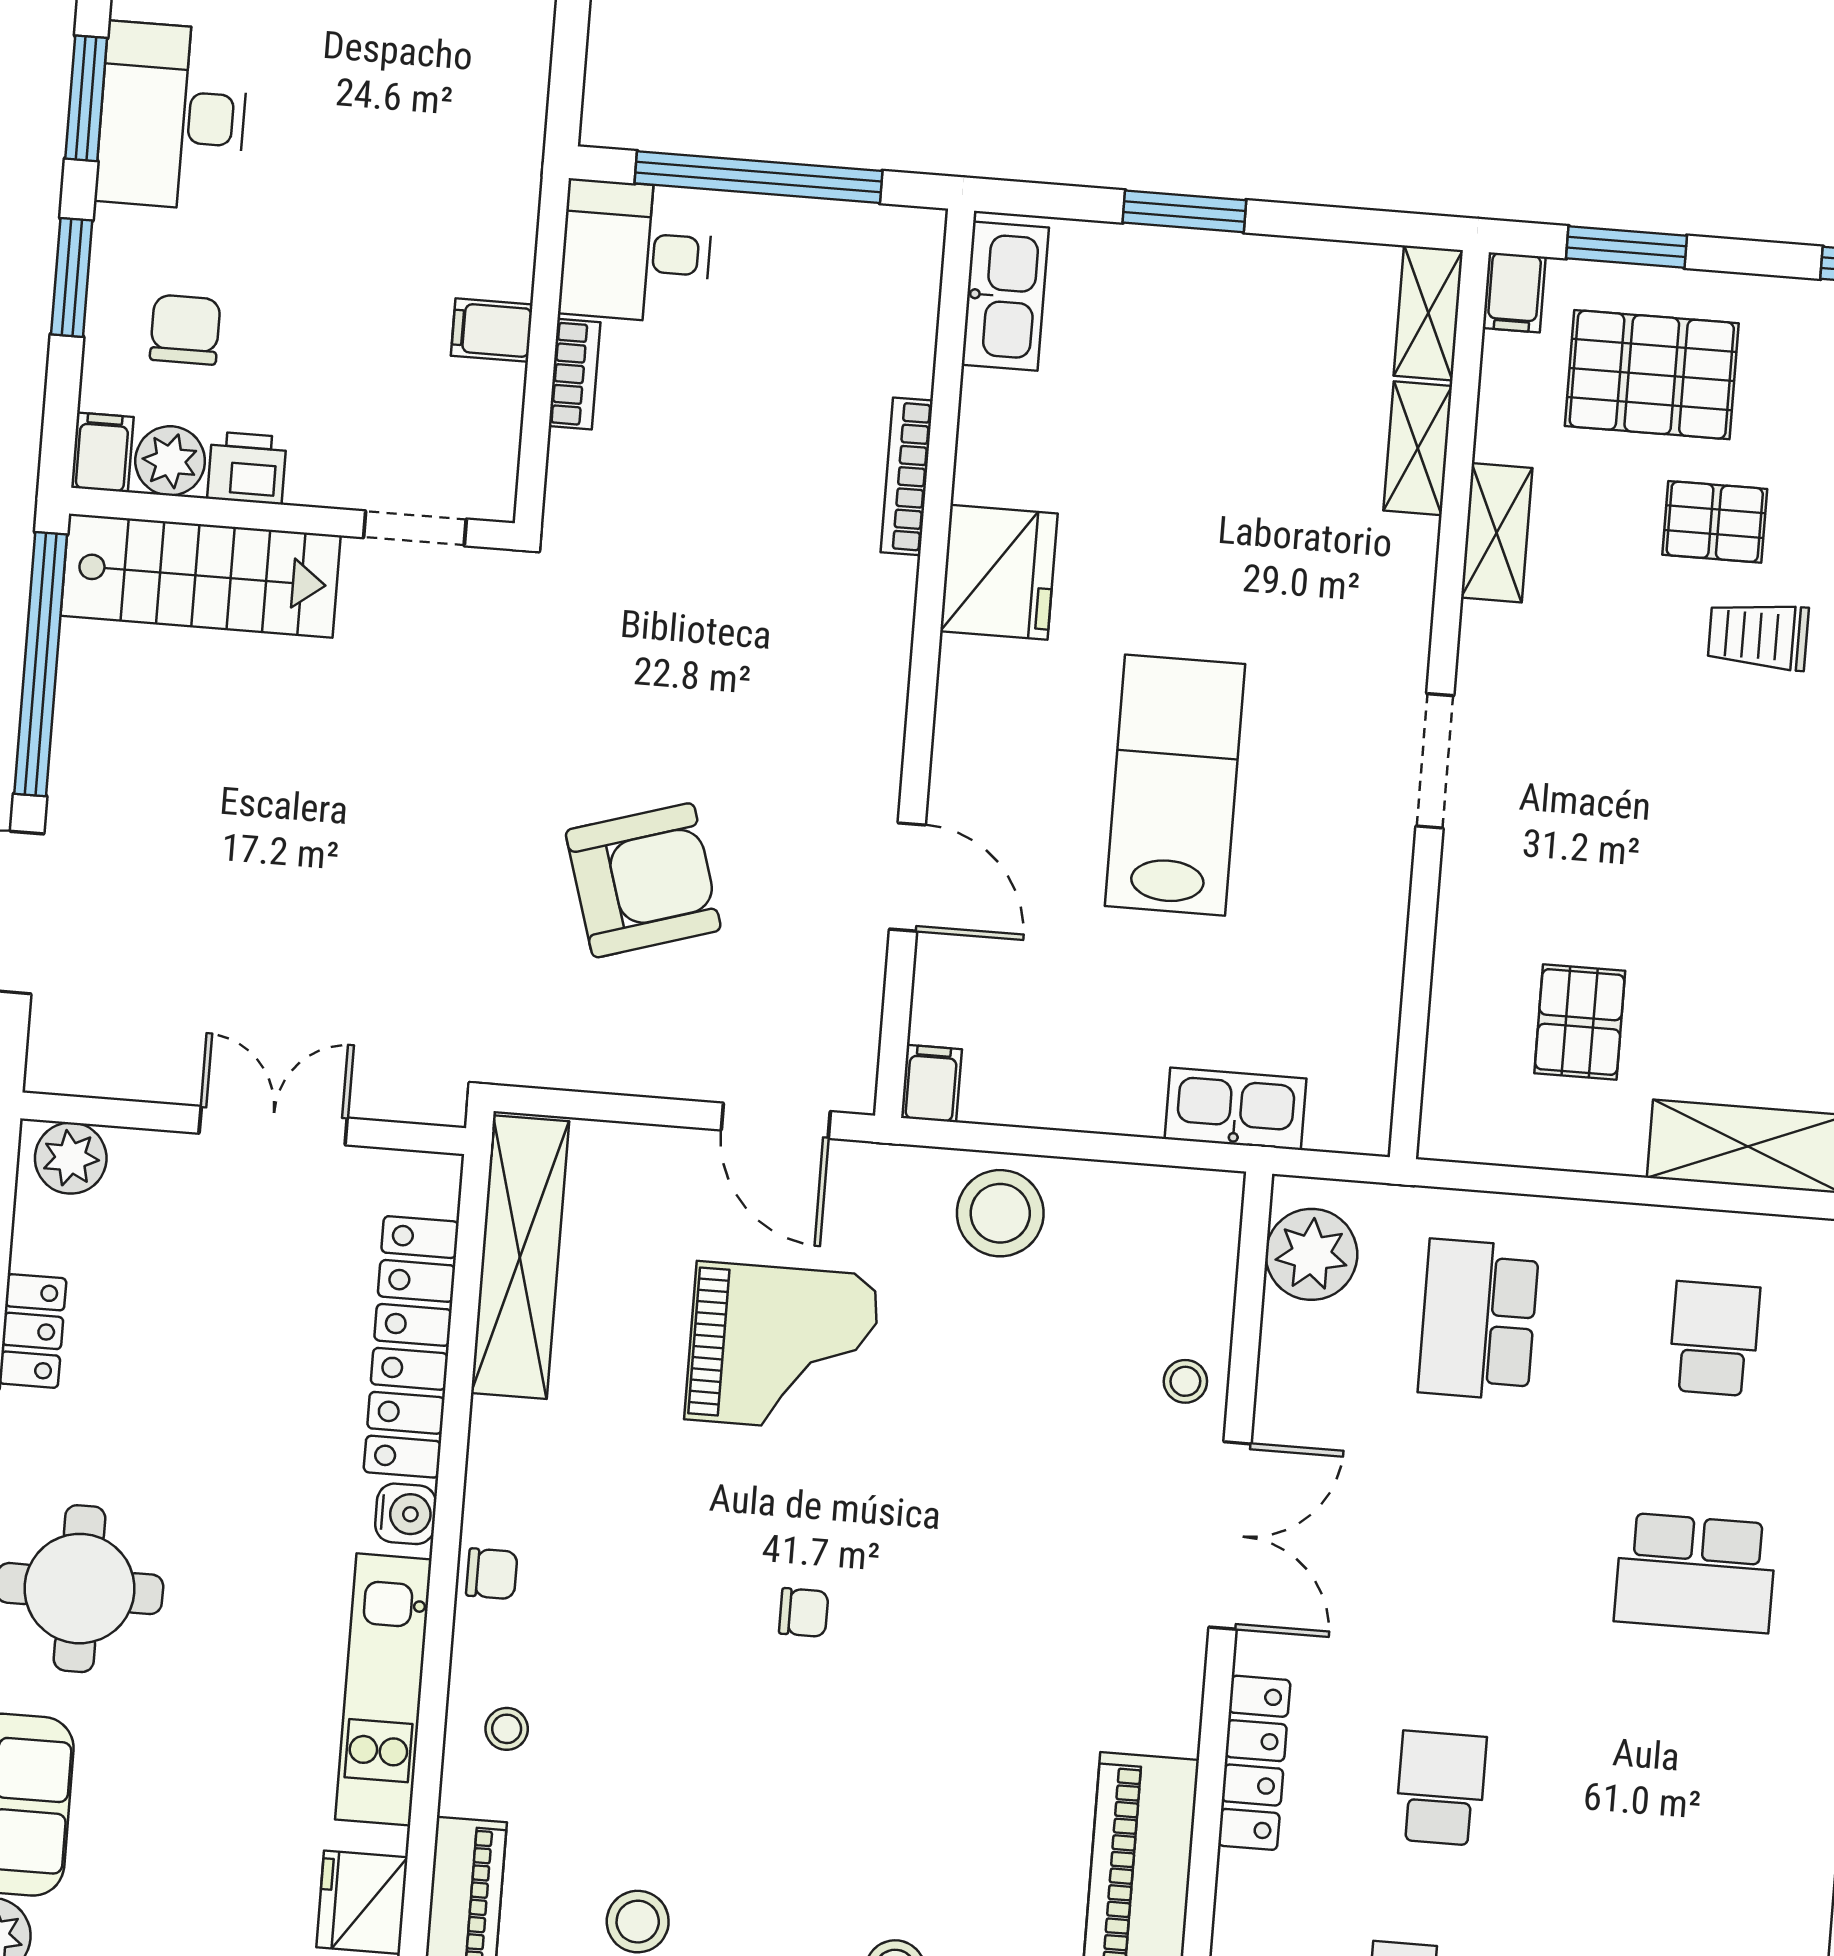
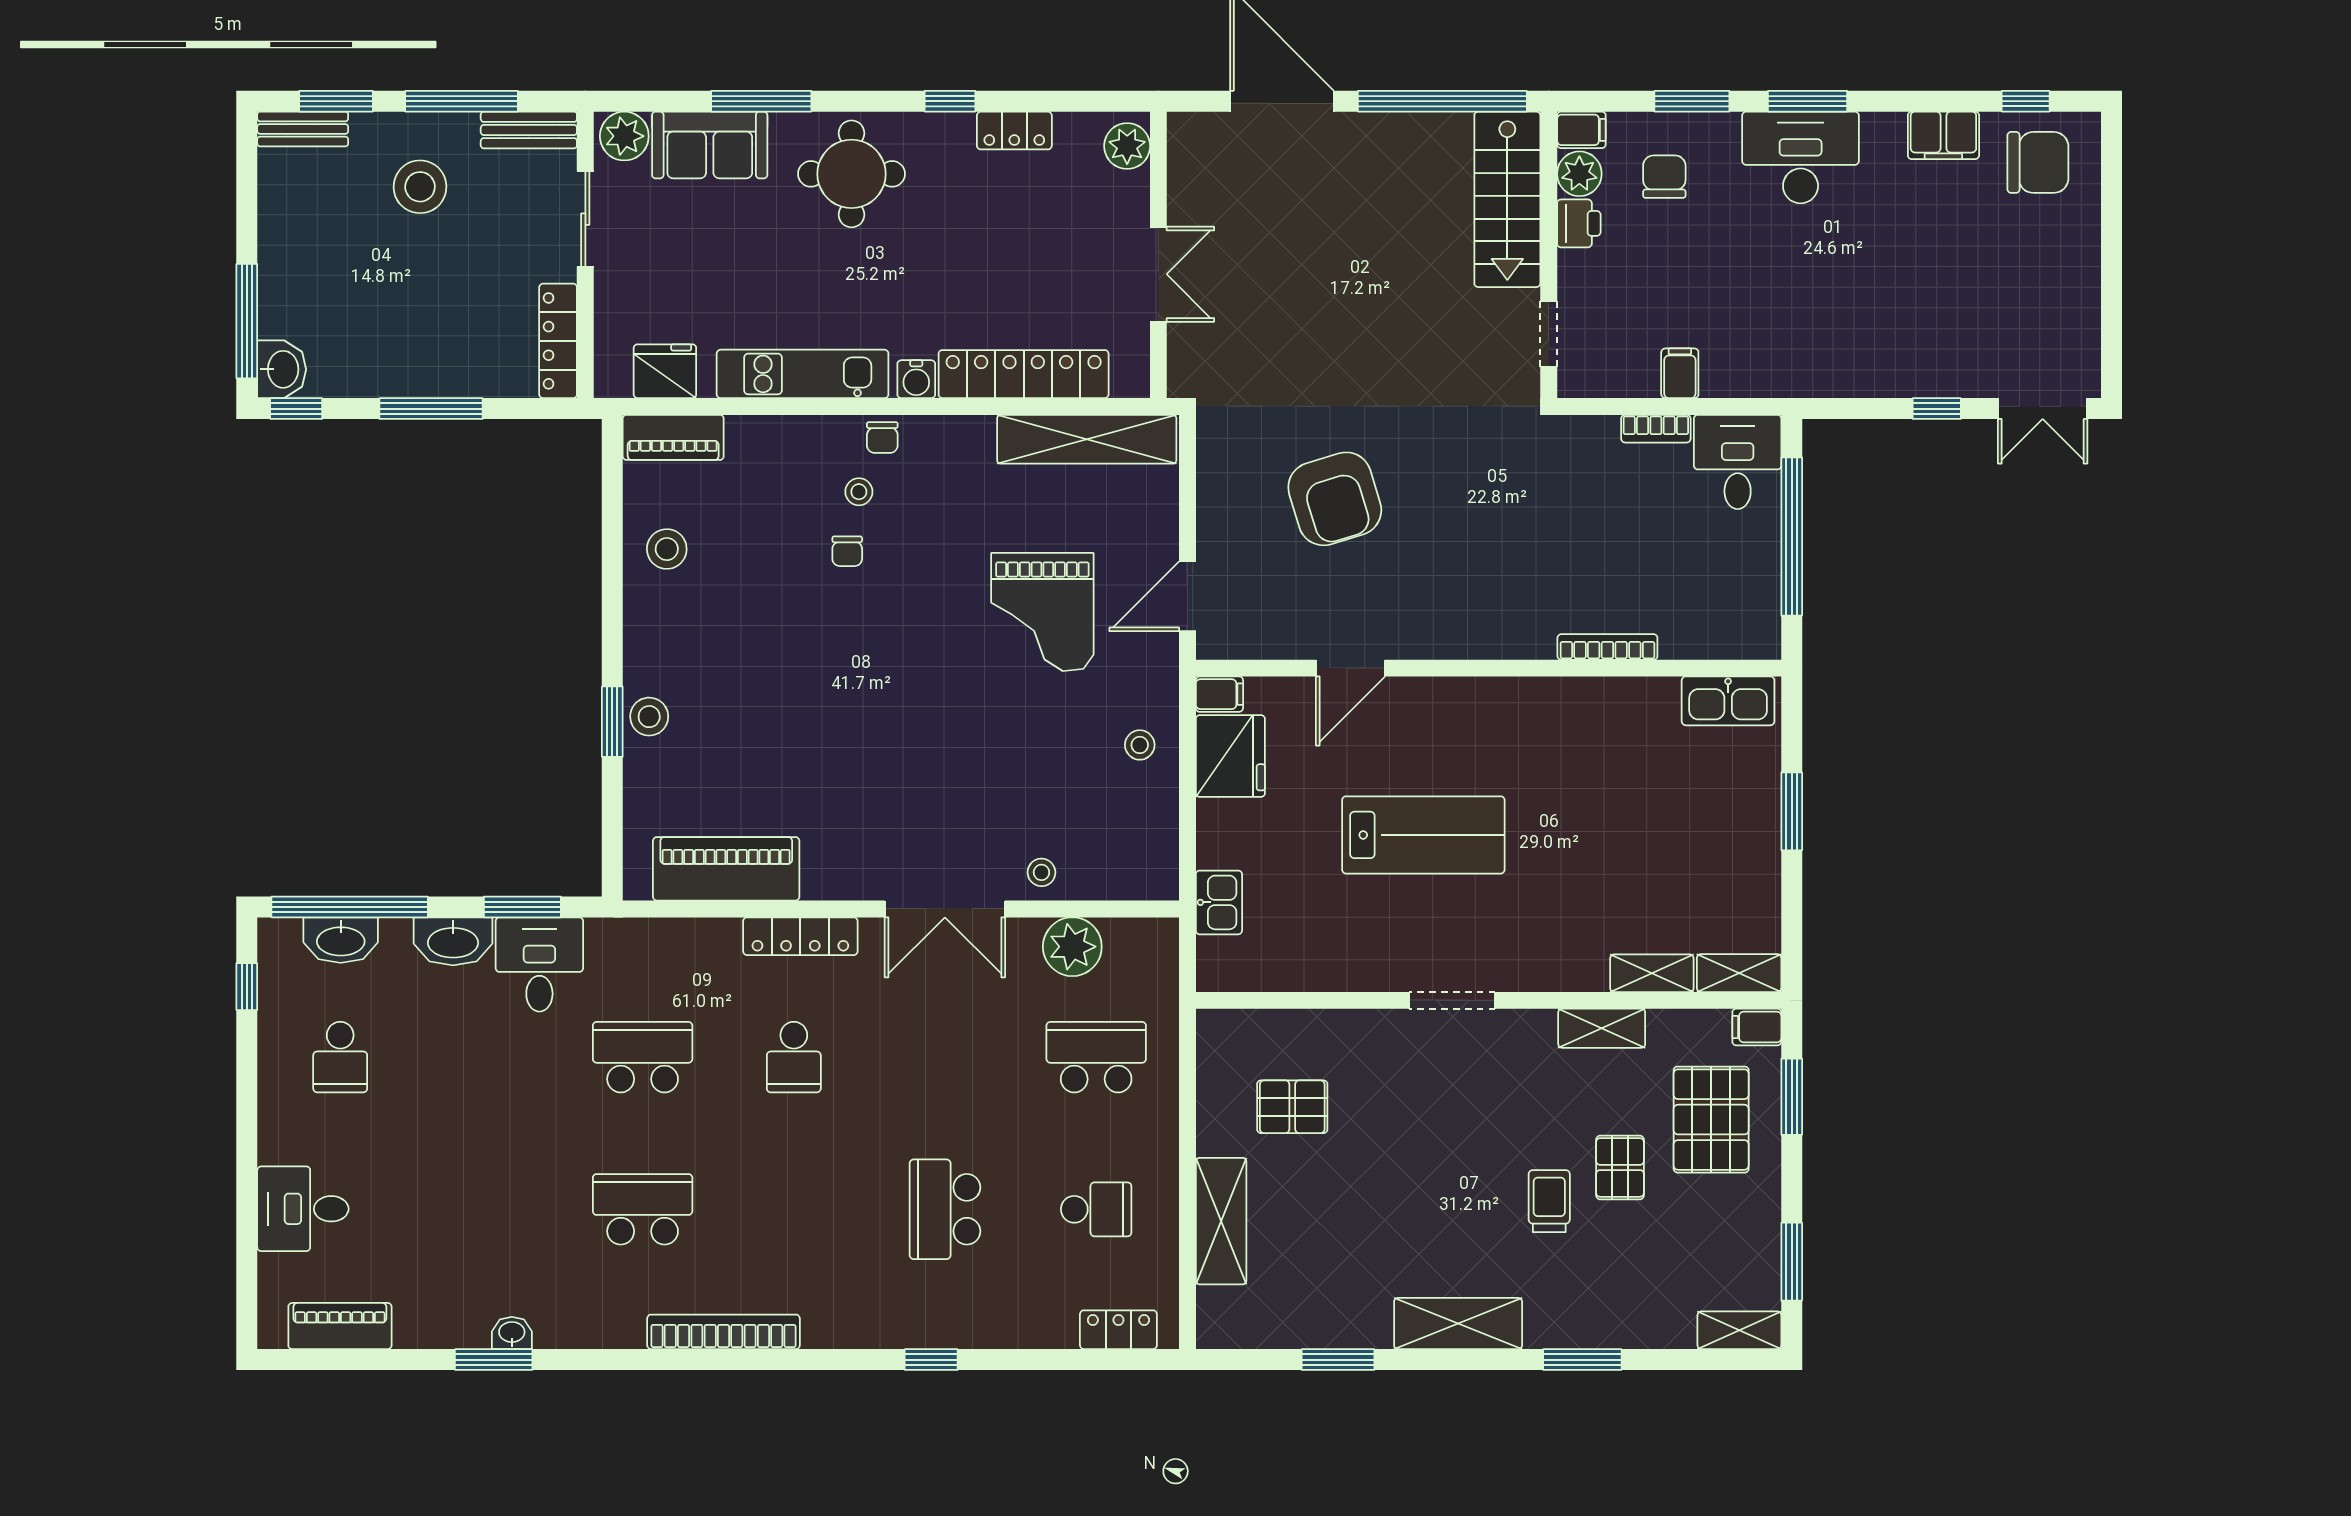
chair: (185, 330) -> (1664, 177), turned -90
fridge: (999, 572) -> (1230, 756), moved, turned -90
kitchen sink: (1236, 1109) -> (1219, 902), width x0.73
stool: (1000, 1213) -> (1140, 745), width x0.53, depth x0.53
plant: (1311, 1254) -> (1072, 947), moved
chair: (804, 1613) -> (847, 551), moved
stool: (507, 1729) -> (859, 492), moved
school desk: (1441, 1788) -> (794, 1057), turned 90

